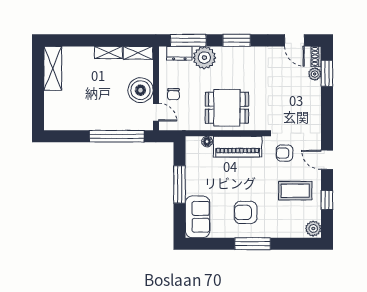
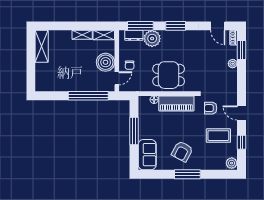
plant: (315, 74) -> (233, 64), moved
door: (156, 112) -> (117, 78), hinge flipped
armchair: (246, 212) -> (182, 151), turned -62

